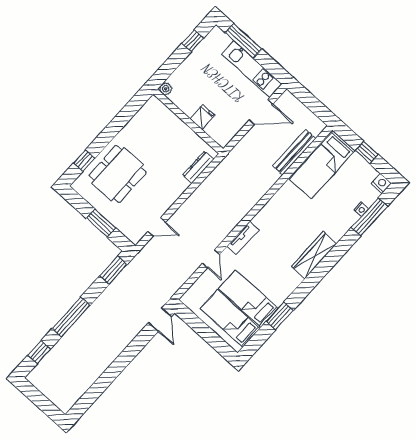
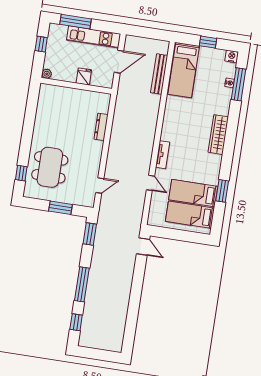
plant: (166, 89) -> (47, 74), moved
fridge: (202, 117) -> (84, 76), moved
wall: (188, 121) -> (76, 86), moved

